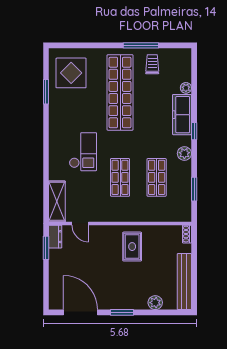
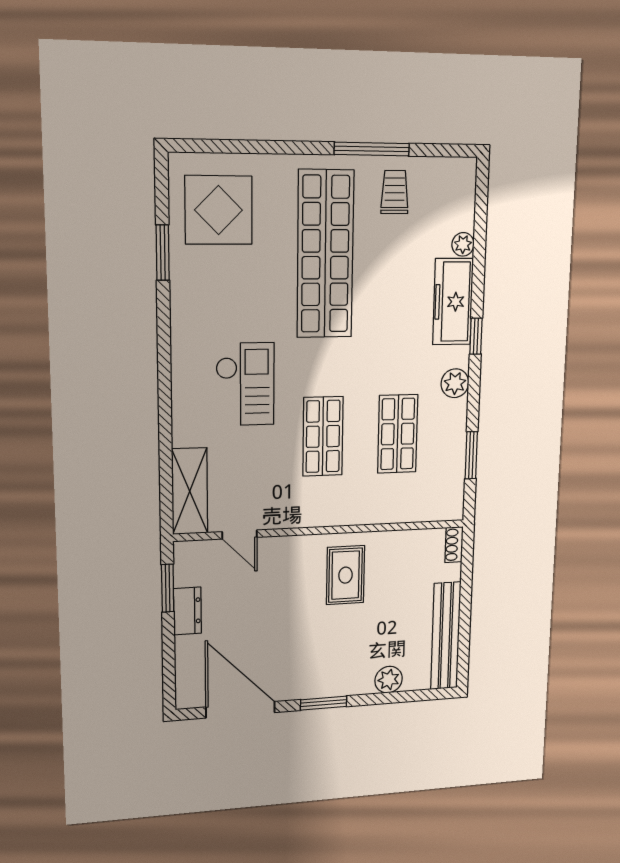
dresser: (55, 237) -> (187, 611), moved

